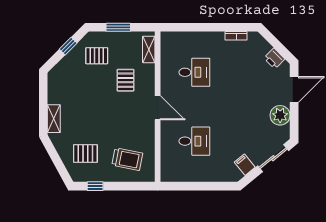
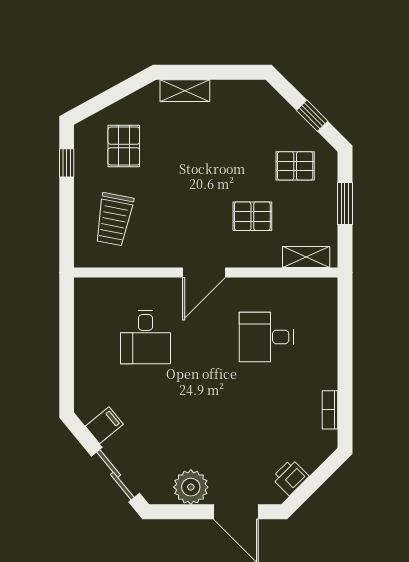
pallet: (97, 56) -> (295, 166), turned 90
desk: (194, 72) -> (266, 337), turned 90

